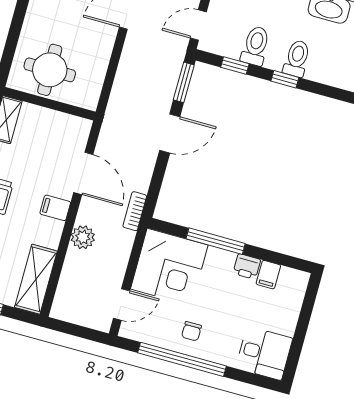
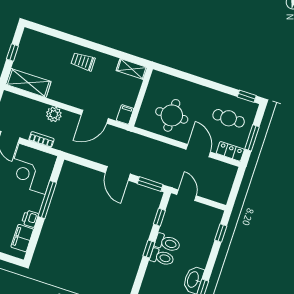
toilet: (255, 46) -> (167, 243), moved
round table: (50, 70) -> (172, 115), moved
filing cabinet: (55, 208) -> (125, 115), moved
bookcase: (135, 211) -> (41, 139), moved
filing cabinet: (268, 275) -> (22, 238), width x2.00

